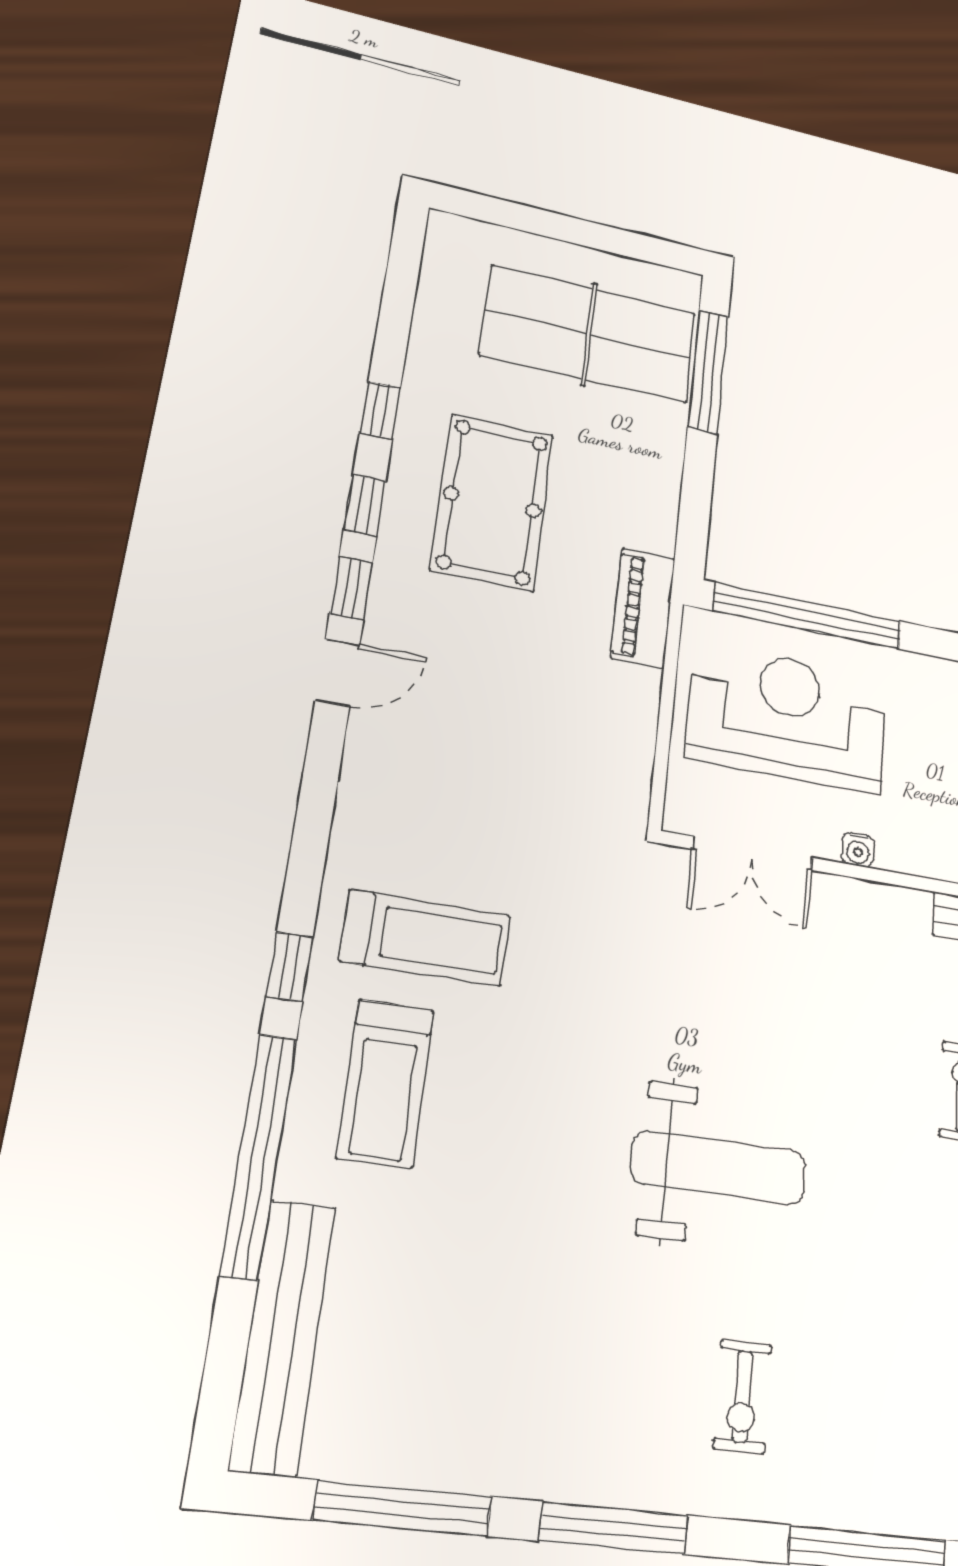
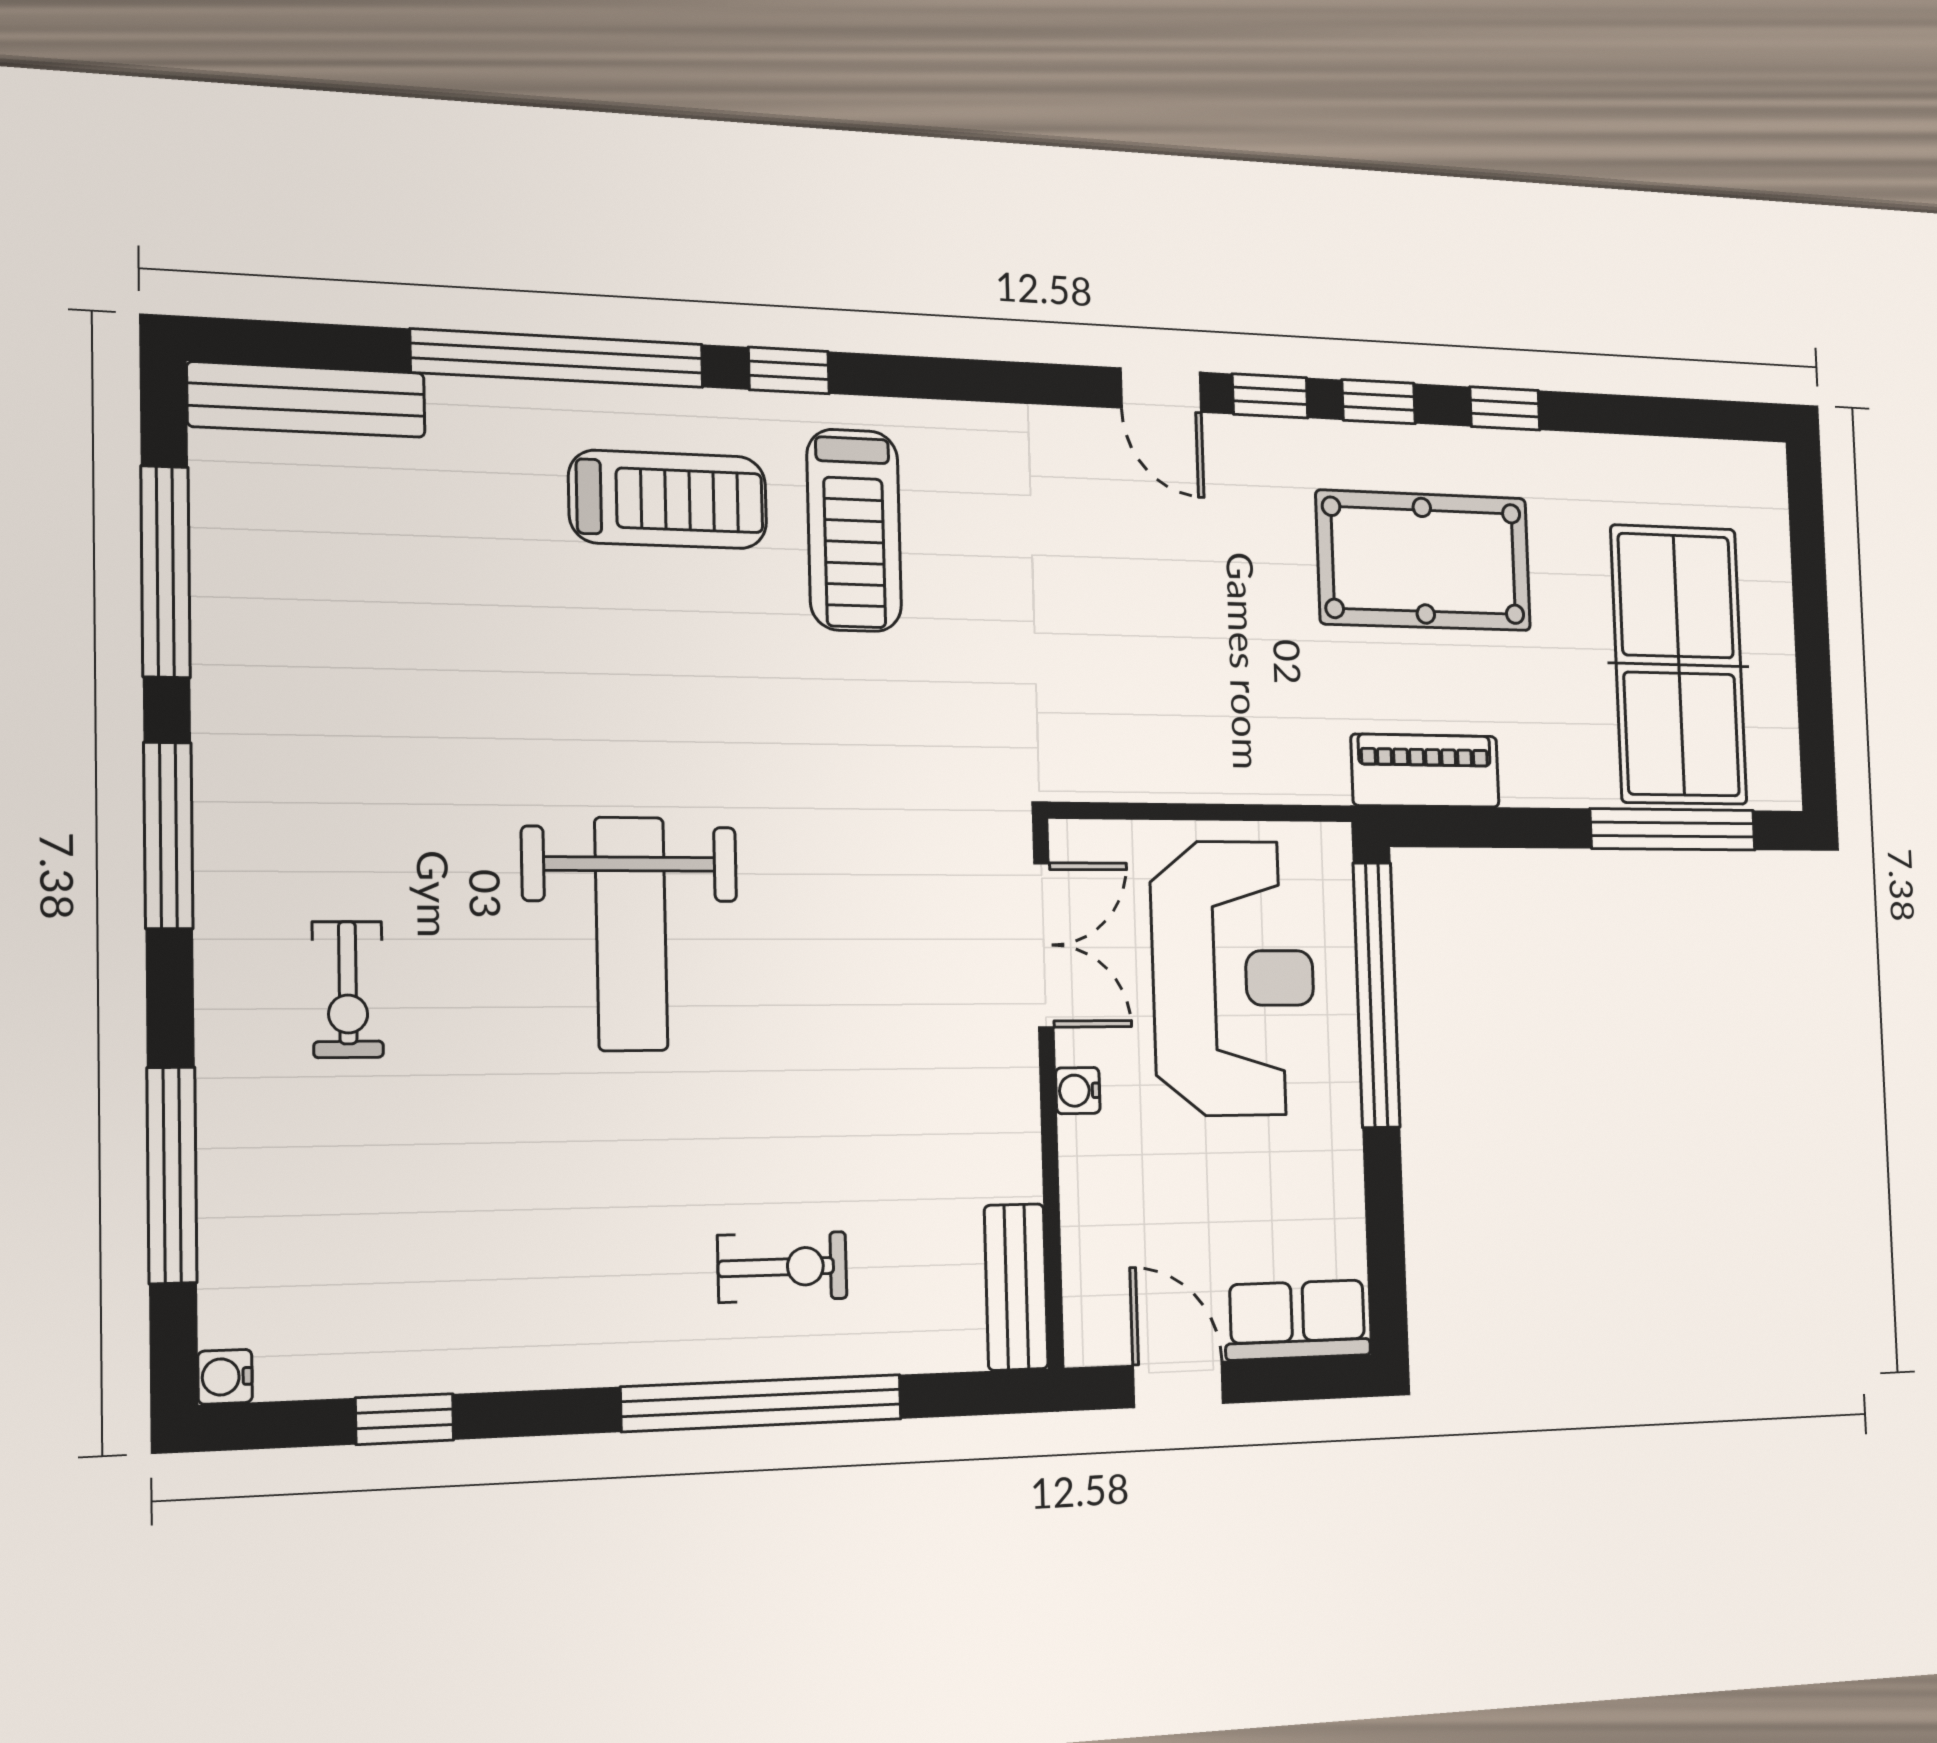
piano: (643, 608) -> (1425, 771), moved
double door: (753, 853) -> (1044, 945), swing flipped
treadmill: (385, 1083) -> (668, 500), turned 180
bench: (283, 1336) -> (307, 400), width x0.73, depth x0.82
exercise bike: (742, 1396) -> (348, 989), turned -90

